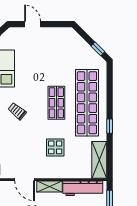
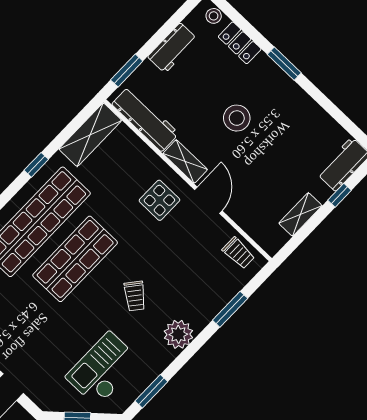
shop shelf: (56, 103) -> (75, 259), width x1.43, depth x1.36
display table: (55, 147) -> (159, 200), moved

